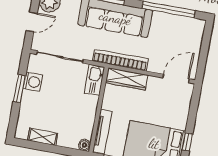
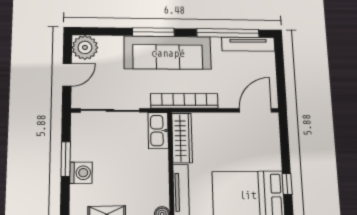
tv unit: (183, 22) -> (248, 44), added
wardrobe: (127, 79) -> (182, 138), moved, turned -90
washing machine: (33, 82) -> (81, 173), moved

